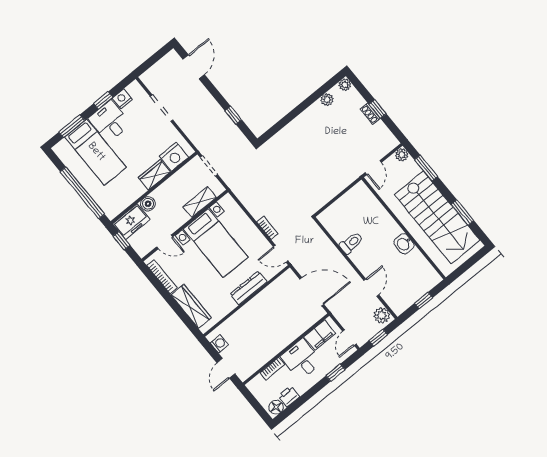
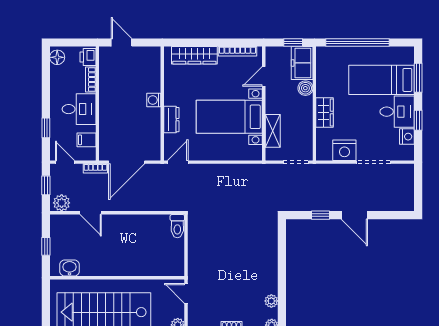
door: (194, 67) -> (354, 215), moved
nightstand: (174, 157) -> (344, 150), moved, turned -90
bookcase: (267, 228) -> (95, 168), moved
toilet: (351, 243) -> (177, 226), moved
washbasin: (404, 244) -> (70, 268), moved
dresser: (249, 288) -> (171, 120), width x0.70
filing cabinet: (320, 335) -> (86, 140), width x0.50
washing machine: (219, 344) -> (154, 100), moved, turned 90
printer: (289, 396) -> (88, 57), moved, turned 180

